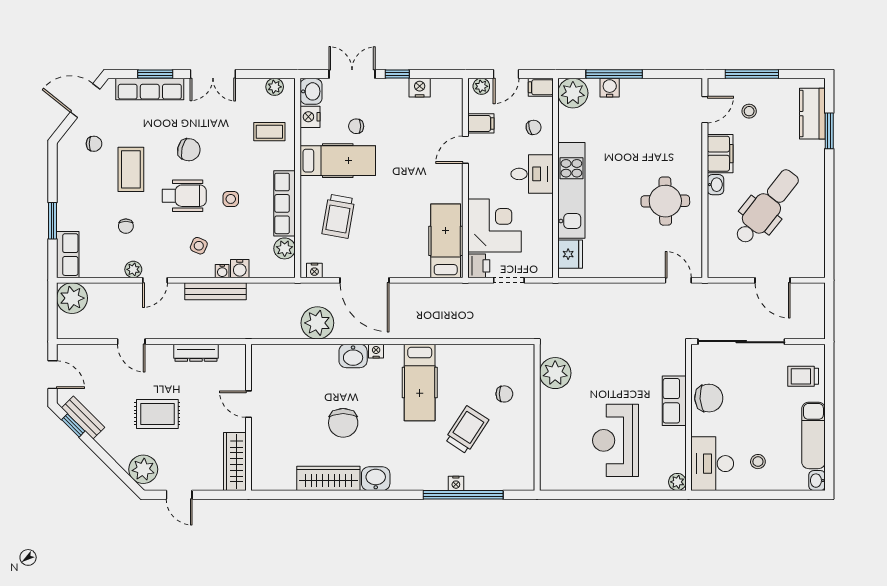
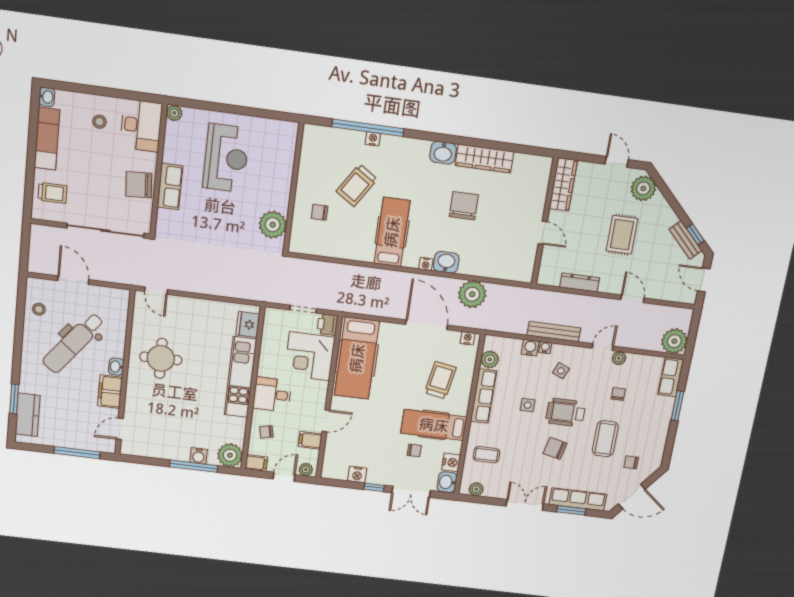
stool: (749, 111) -> (39, 309), moved
hospital bed: (446, 241) -> (357, 358), width x1.37, depth x1.29
rug: (157, 414) -> (622, 235), turned 90

